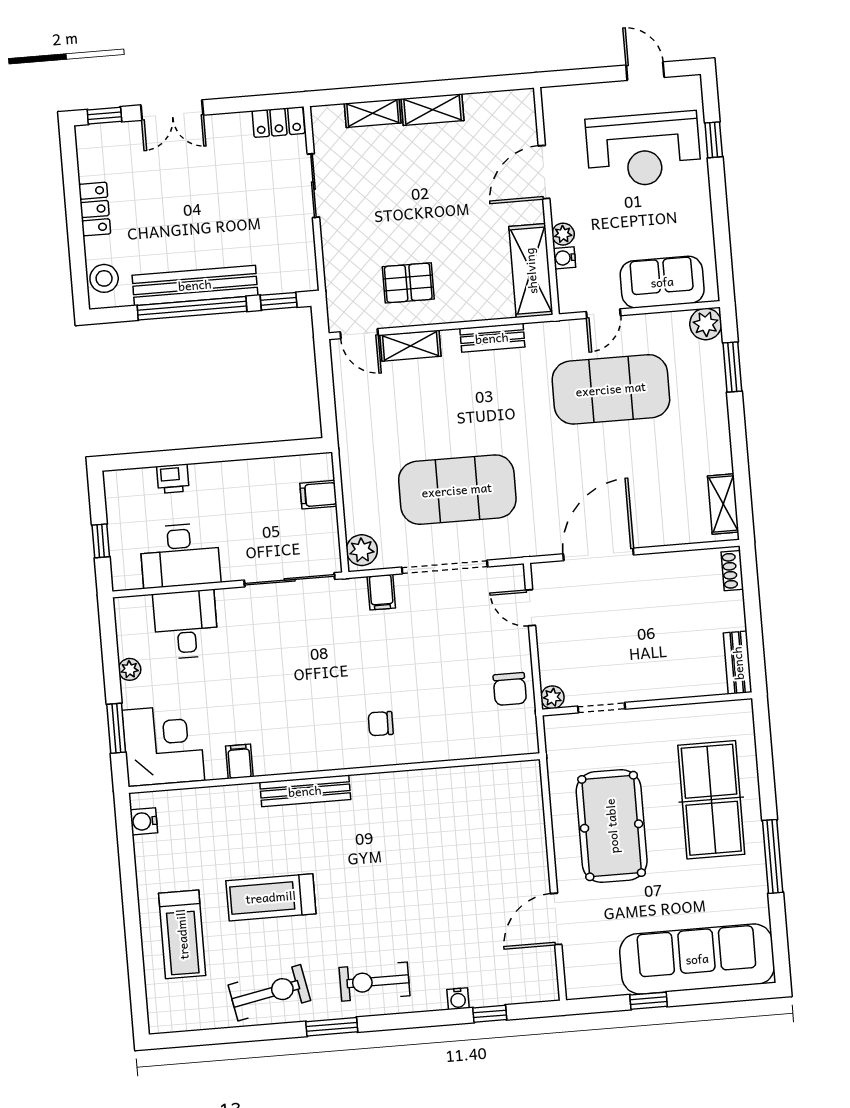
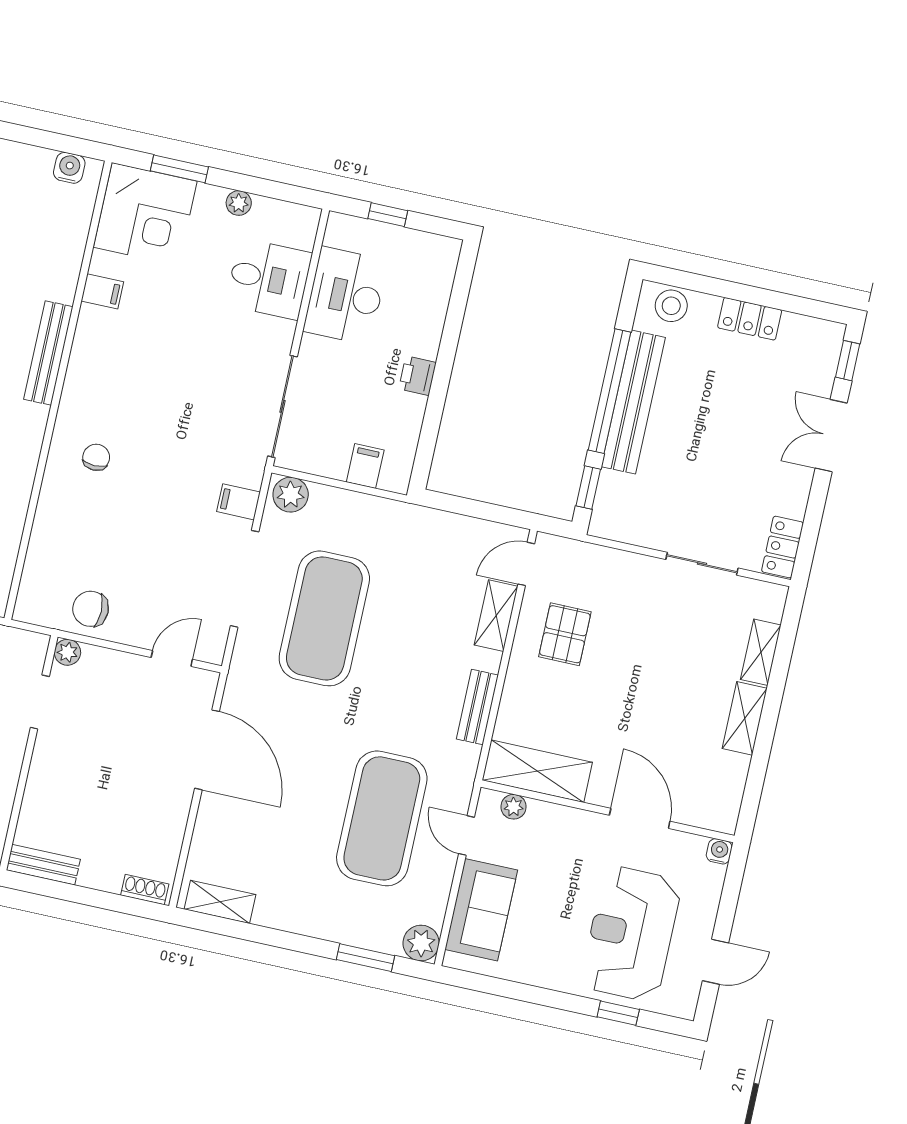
plant: (563, 234) -> (514, 807), moved
water cooler: (564, 258) -> (719, 851), moved
printer: (173, 479) -> (418, 376), moved

